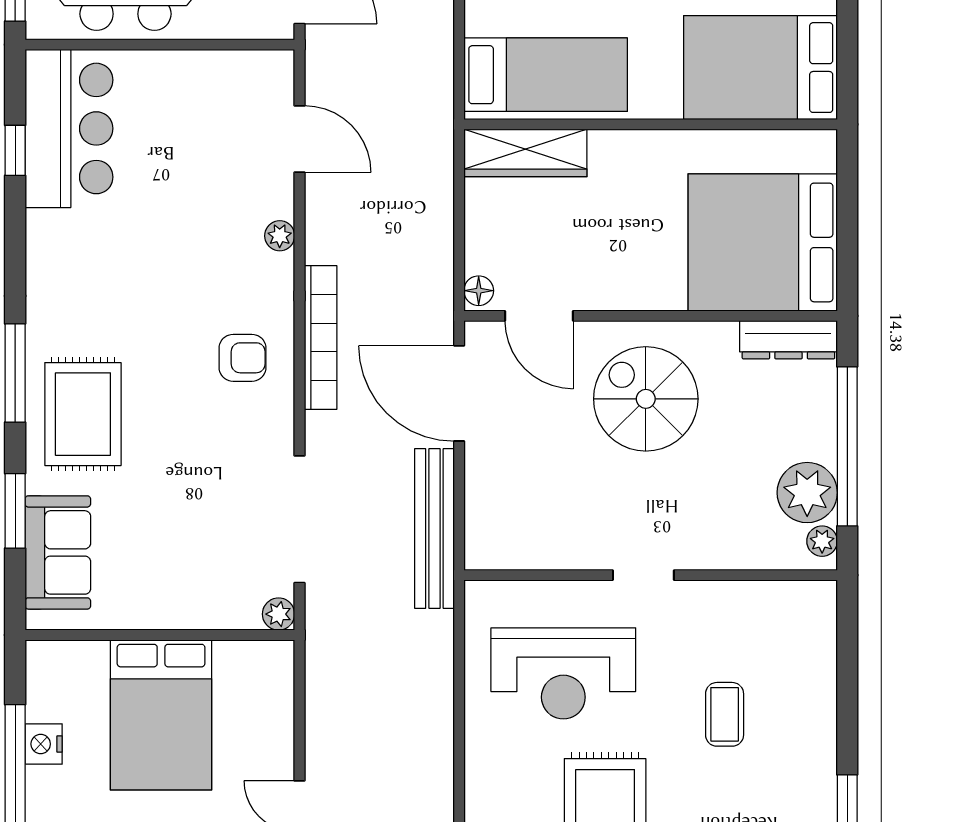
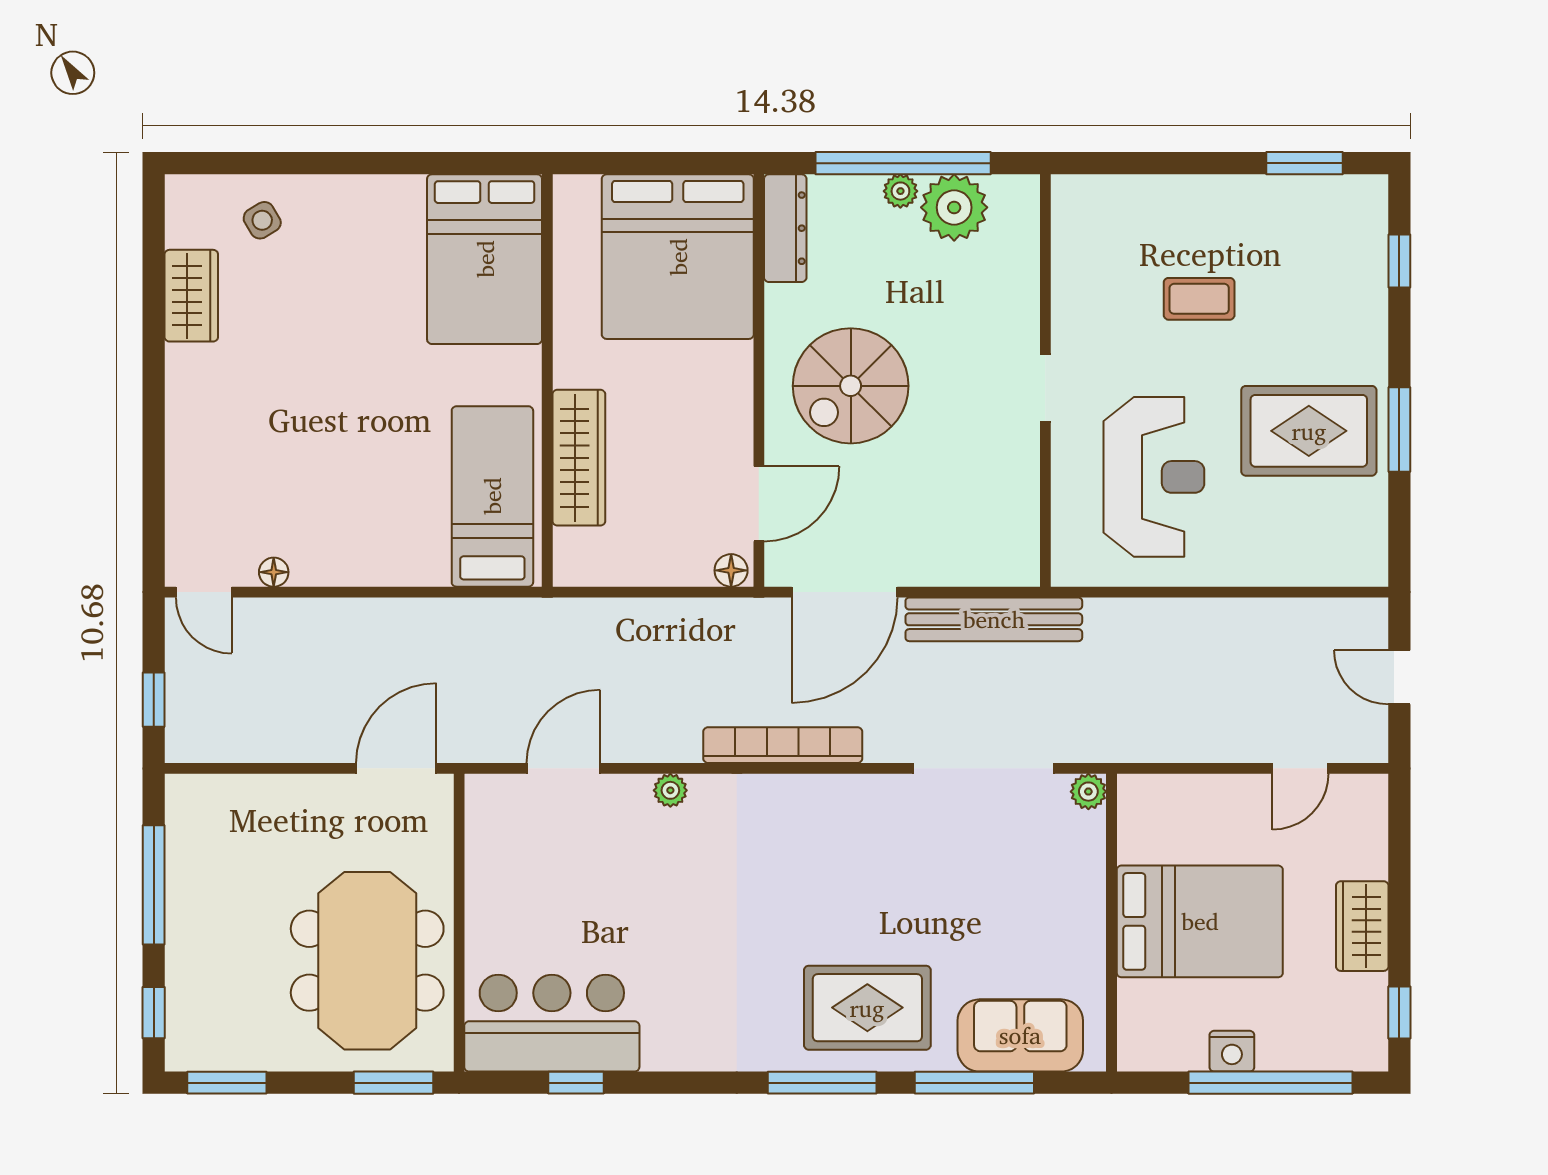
wardrobe: (525, 153) -> (579, 458), moved
armchair: (242, 358) -> (805, 831), removed
window: (15, 511) -> (974, 1083), width x1.44
plant: (822, 541) -> (900, 191), moved

